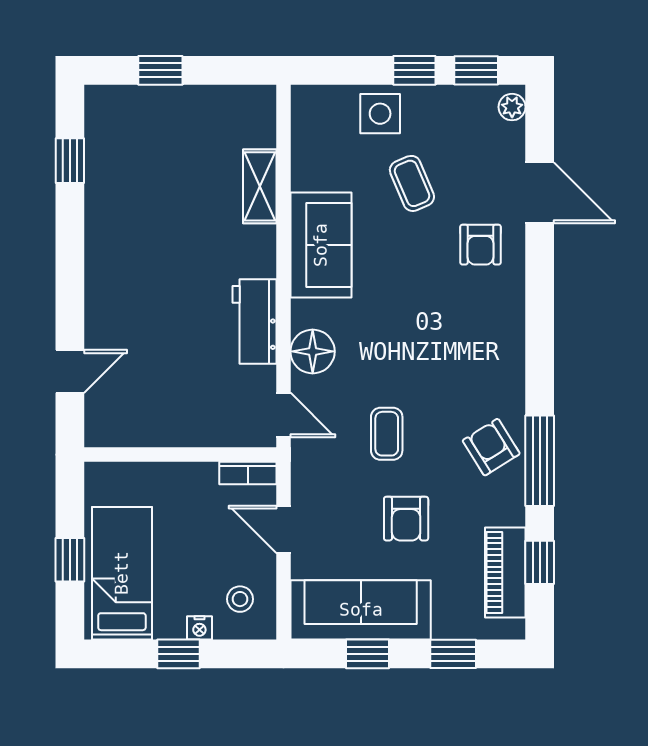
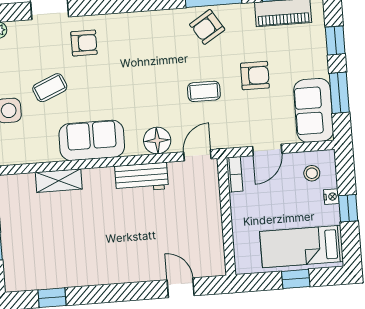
sofa: (361, 610) -> (314, 110), width x0.73
window: (368, 654) -> (339, 93), width x1.50

